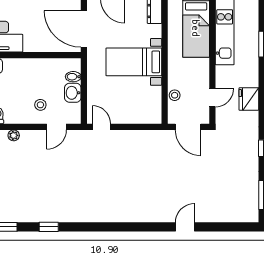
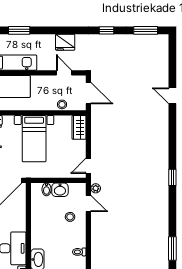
wardrobe: (147, 116) -> (79, 127), added
door: (188, 127) -> (88, 93), hinge flipped
plant: (14, 135) -> (96, 188), moved
window: (49, 227) -> (172, 177), moved

